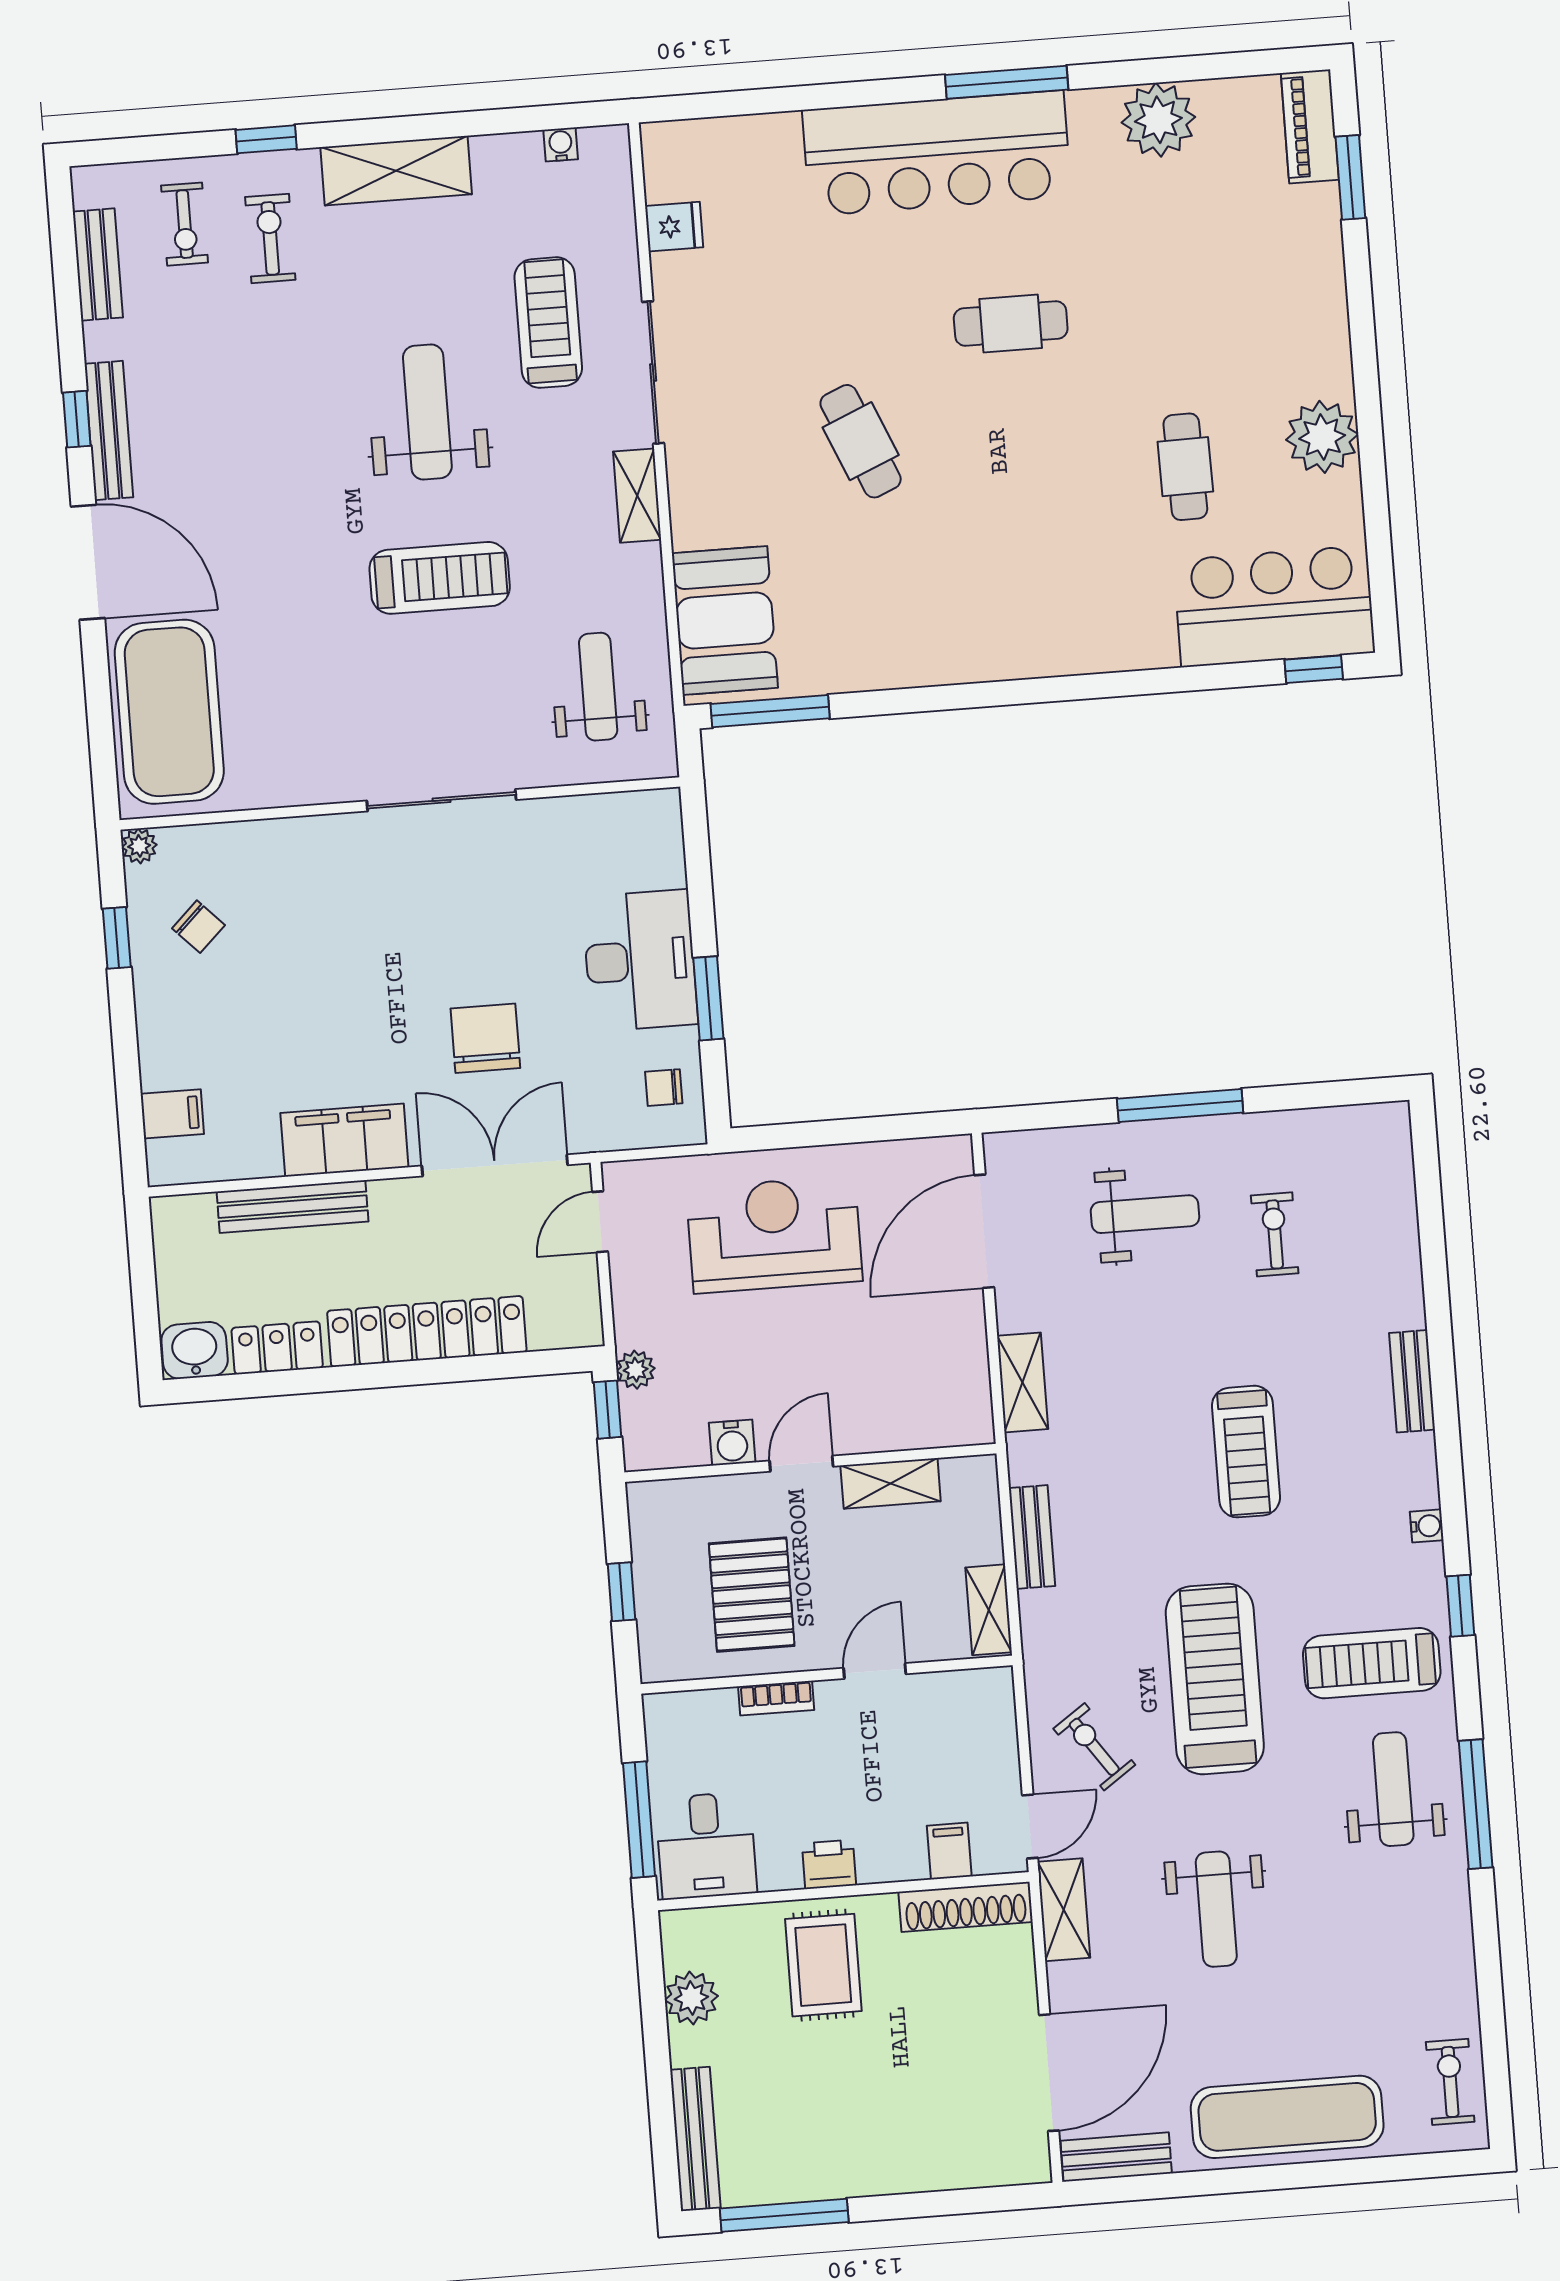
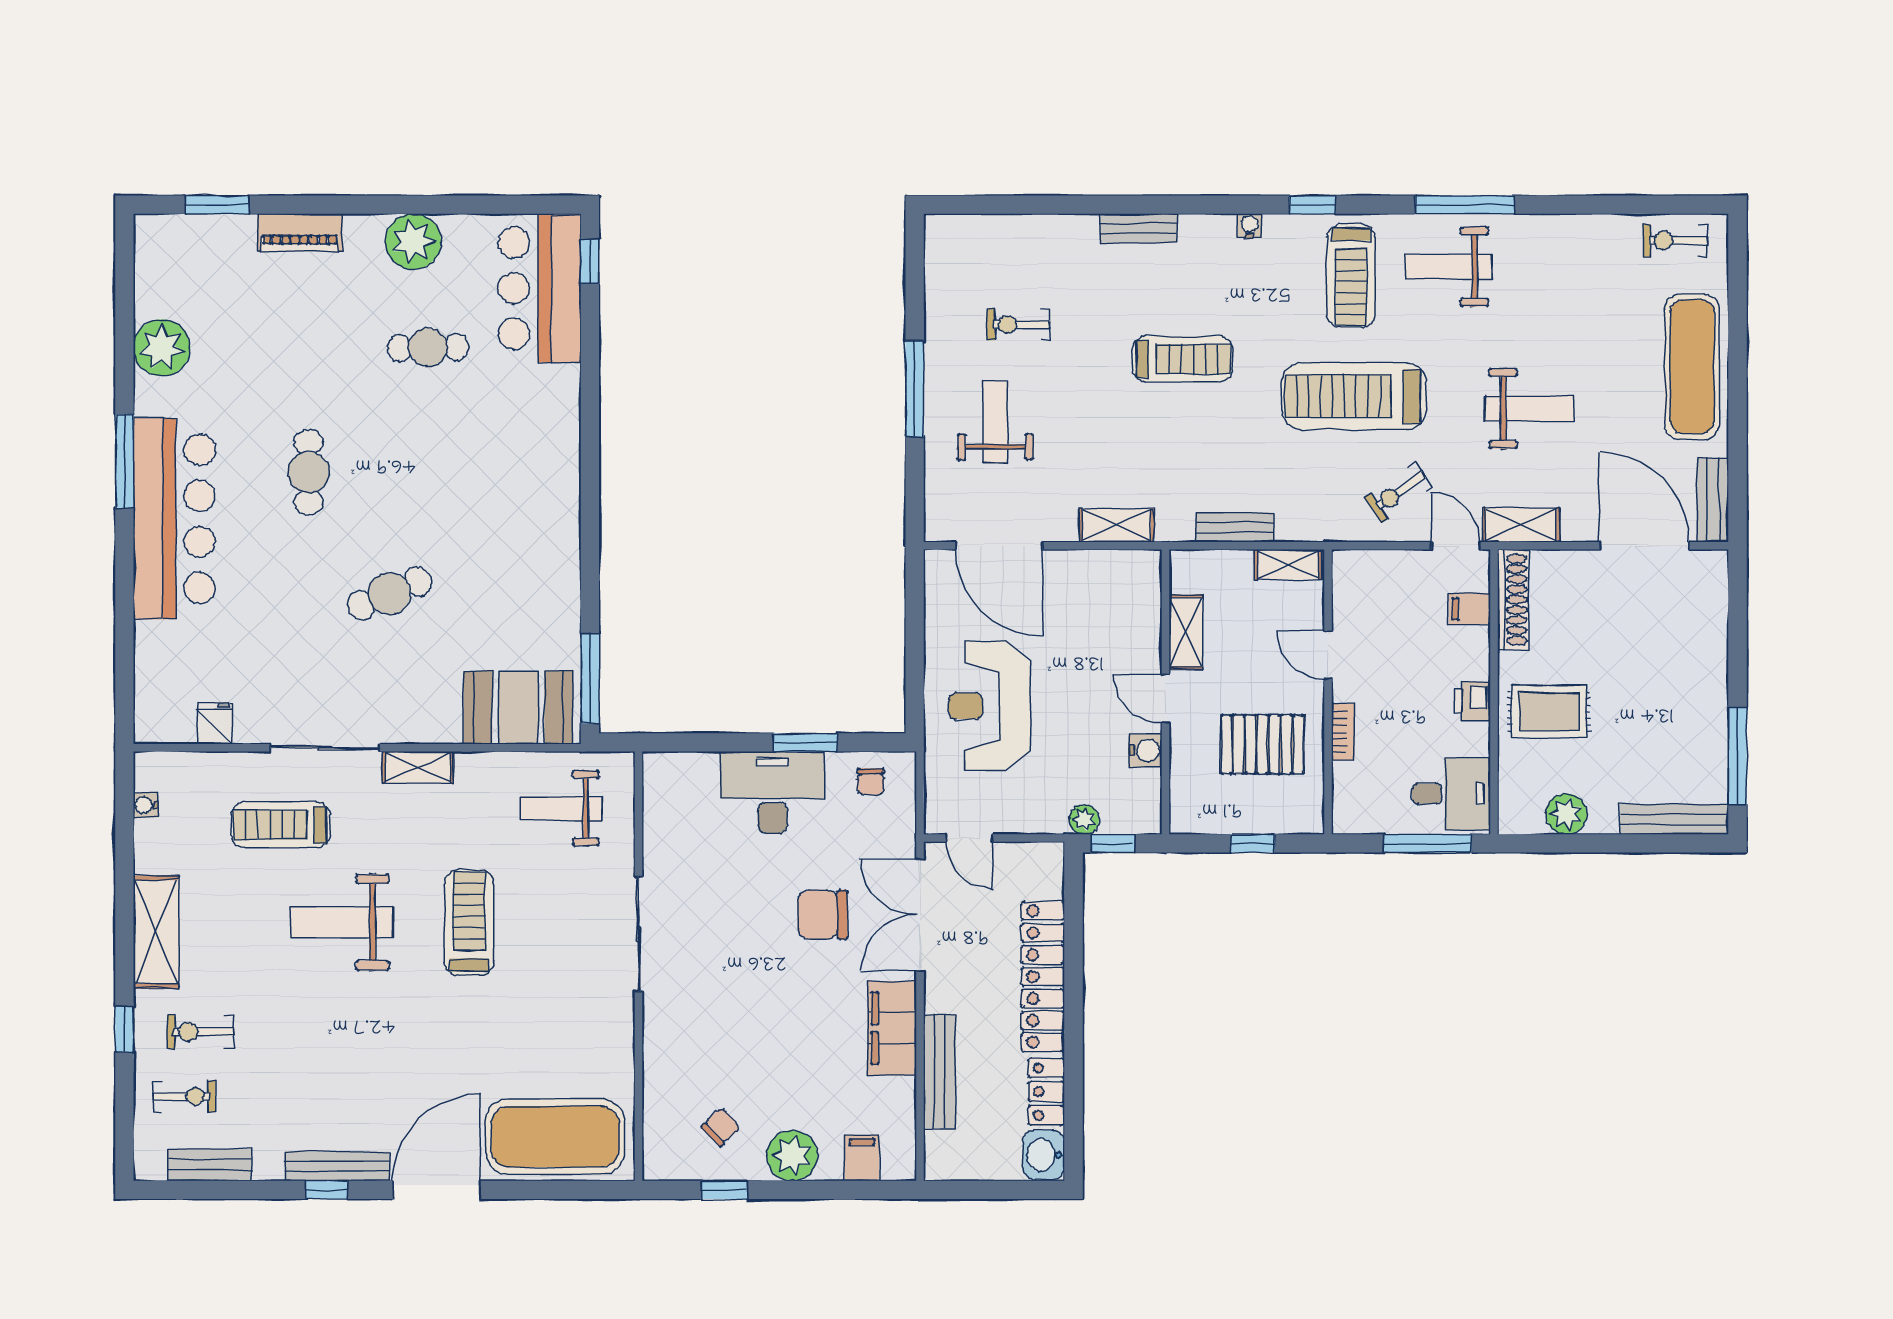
piano: (1310, 126) -> (300, 233), moved
plant: (139, 846) -> (792, 1156), moved, width x1.88, depth x1.88

